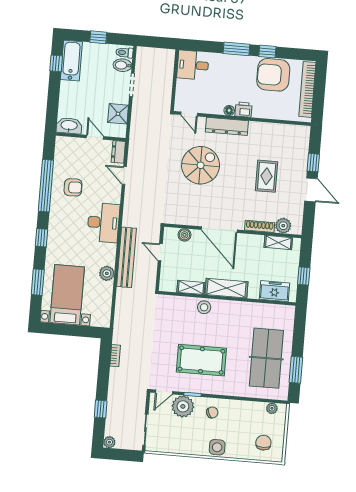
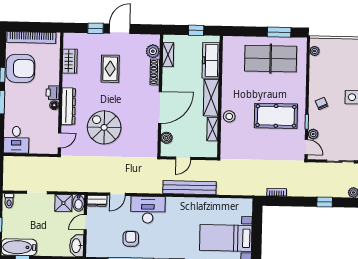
bidet: (122, 65) -> (79, 203), moved
armchair: (273, 75) -> (20, 68), turned -90
wardrobe: (278, 131) -> (70, 61), added
rug: (267, 176) -> (110, 69), turned 90
desk: (103, 223) -> (148, 210), moved
plant: (107, 273) -> (205, 204), removed
freezer: (275, 291) -> (211, 60), width x1.40
pool table: (201, 360) -> (276, 116), turned 90
plant: (183, 406) -> (313, 134), width x0.53, depth x0.53
chair: (263, 443) -> (345, 57), removed

